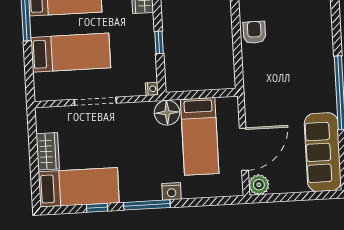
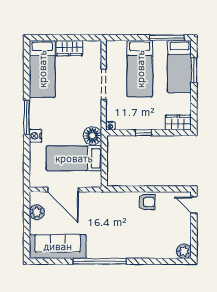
plant: (259, 185) -> (37, 212), moved
window: (97, 208) -> (27, 81), removed

